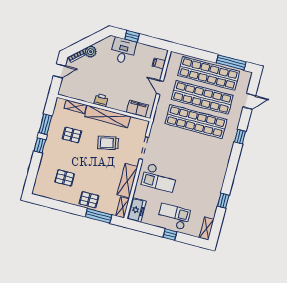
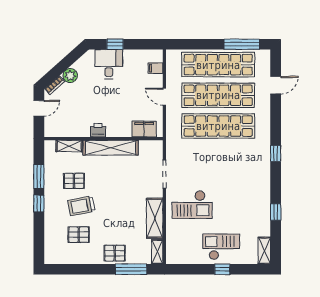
window: (240, 137) -> (276, 153), moved
trolley: (108, 143) -> (81, 206), moved
freezer: (137, 210) -> (175, 250), removed

